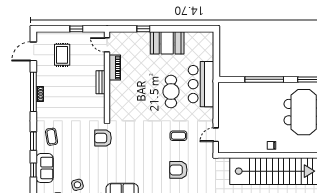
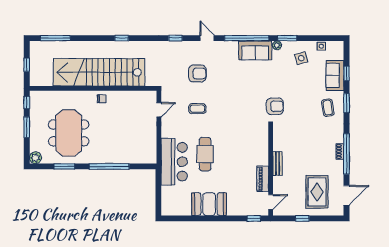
window: (143, 29) -> (254, 218), moved
door: (107, 45) -> (271, 202), hinge flipped
rug: (62, 55) -> (317, 192), width x1.36, depth x1.43

